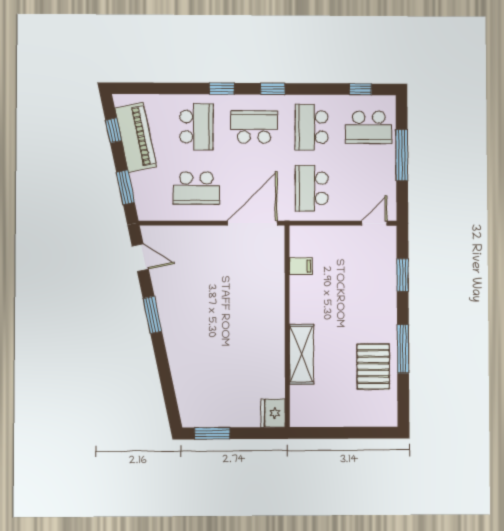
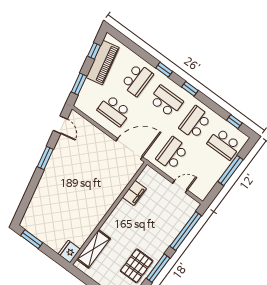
door: (374, 223) -> (180, 187), moved
filing cabinet: (301, 266) -> (134, 193), width x2.00
window: (403, 275) -> (186, 231), width x2.11
shelving: (302, 354) -> (93, 249), moved

